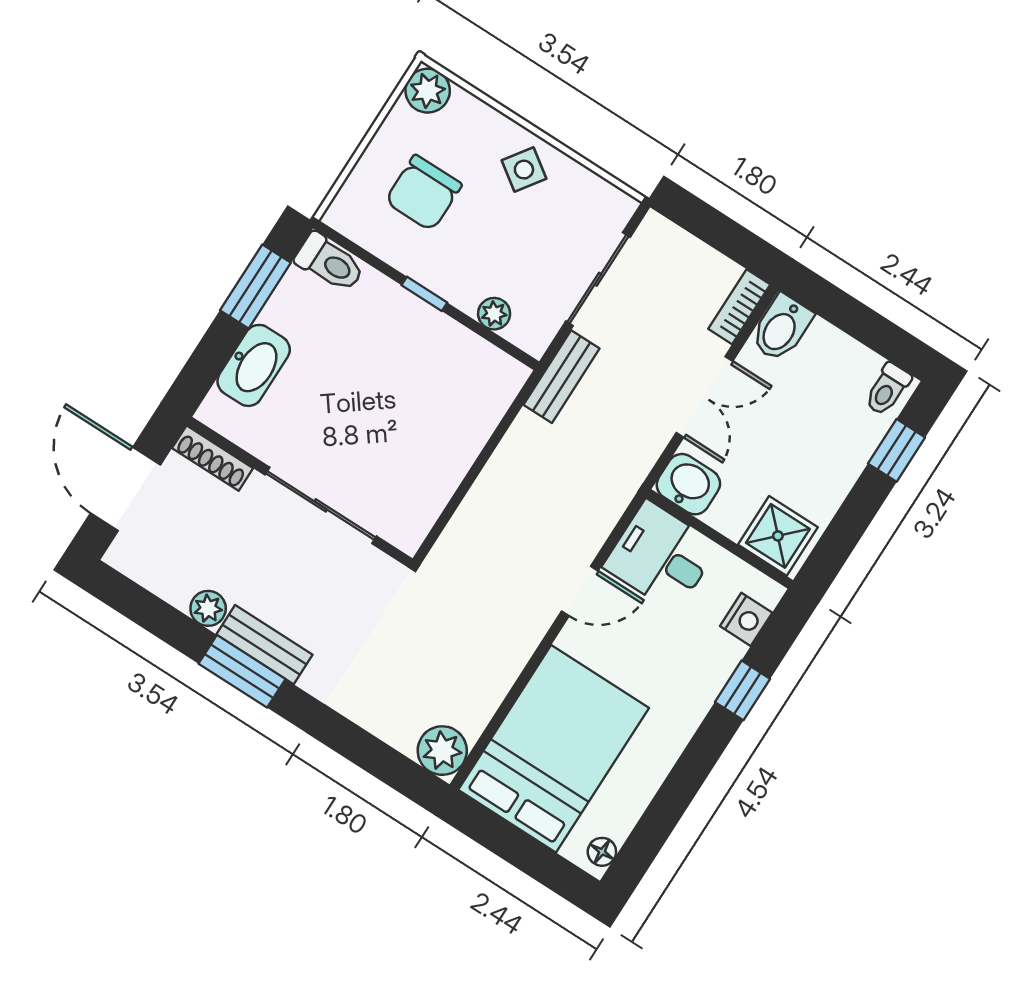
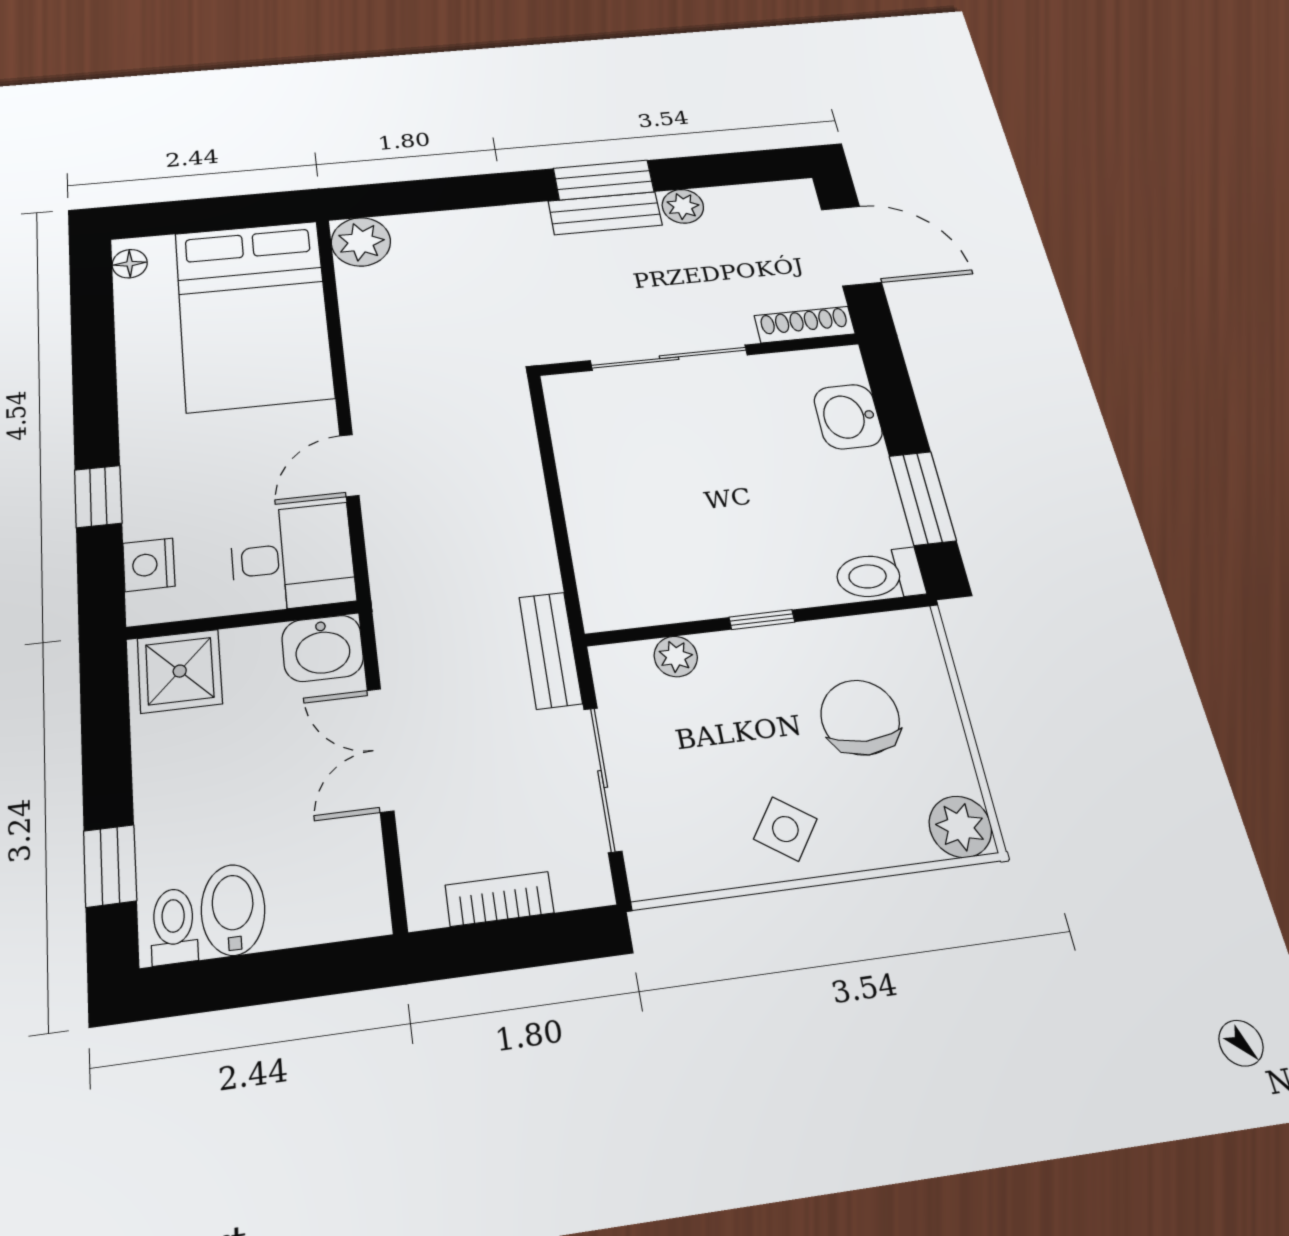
bookcase: (739, 307) -> (499, 899), moved, turned -90
bidet: (781, 328) -> (233, 910), moved
washbasin: (254, 365) -> (848, 417), width x0.72

